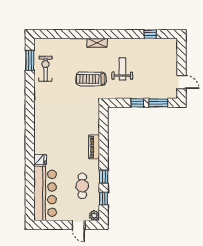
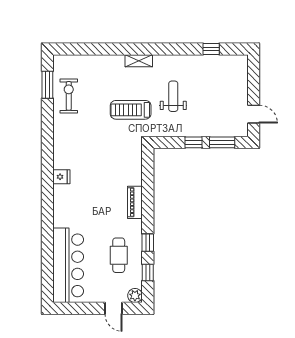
fridge: (40, 160) -> (61, 177), moved

